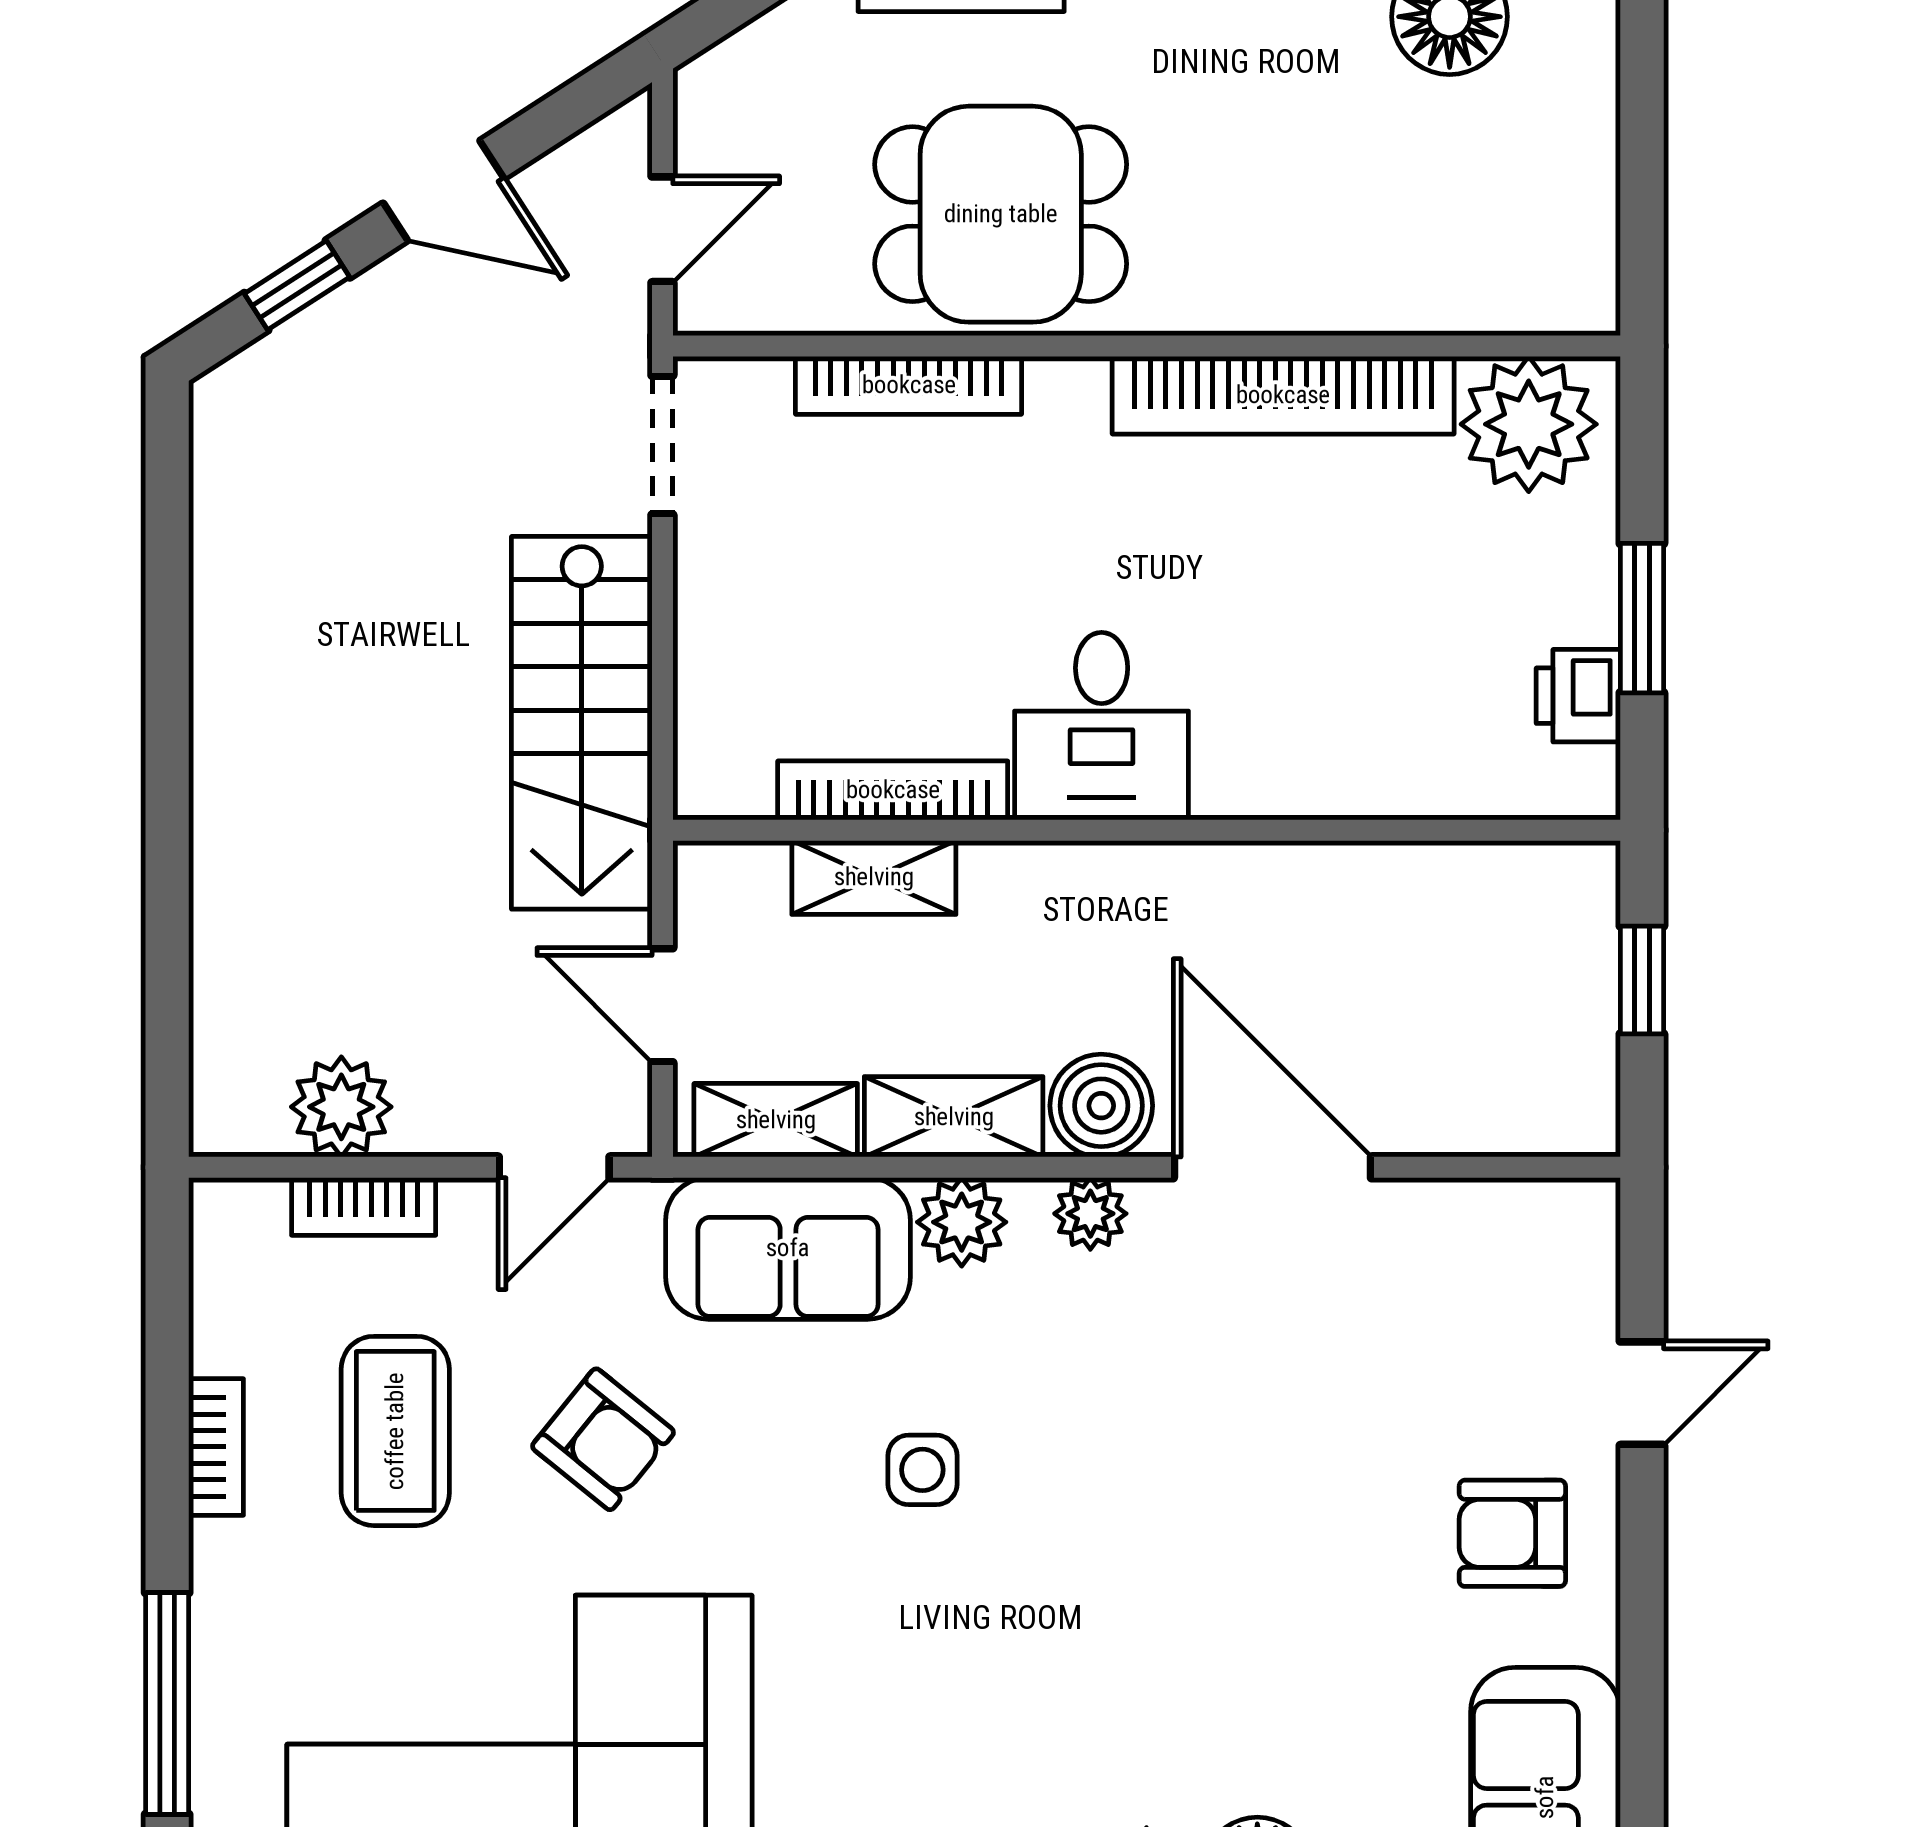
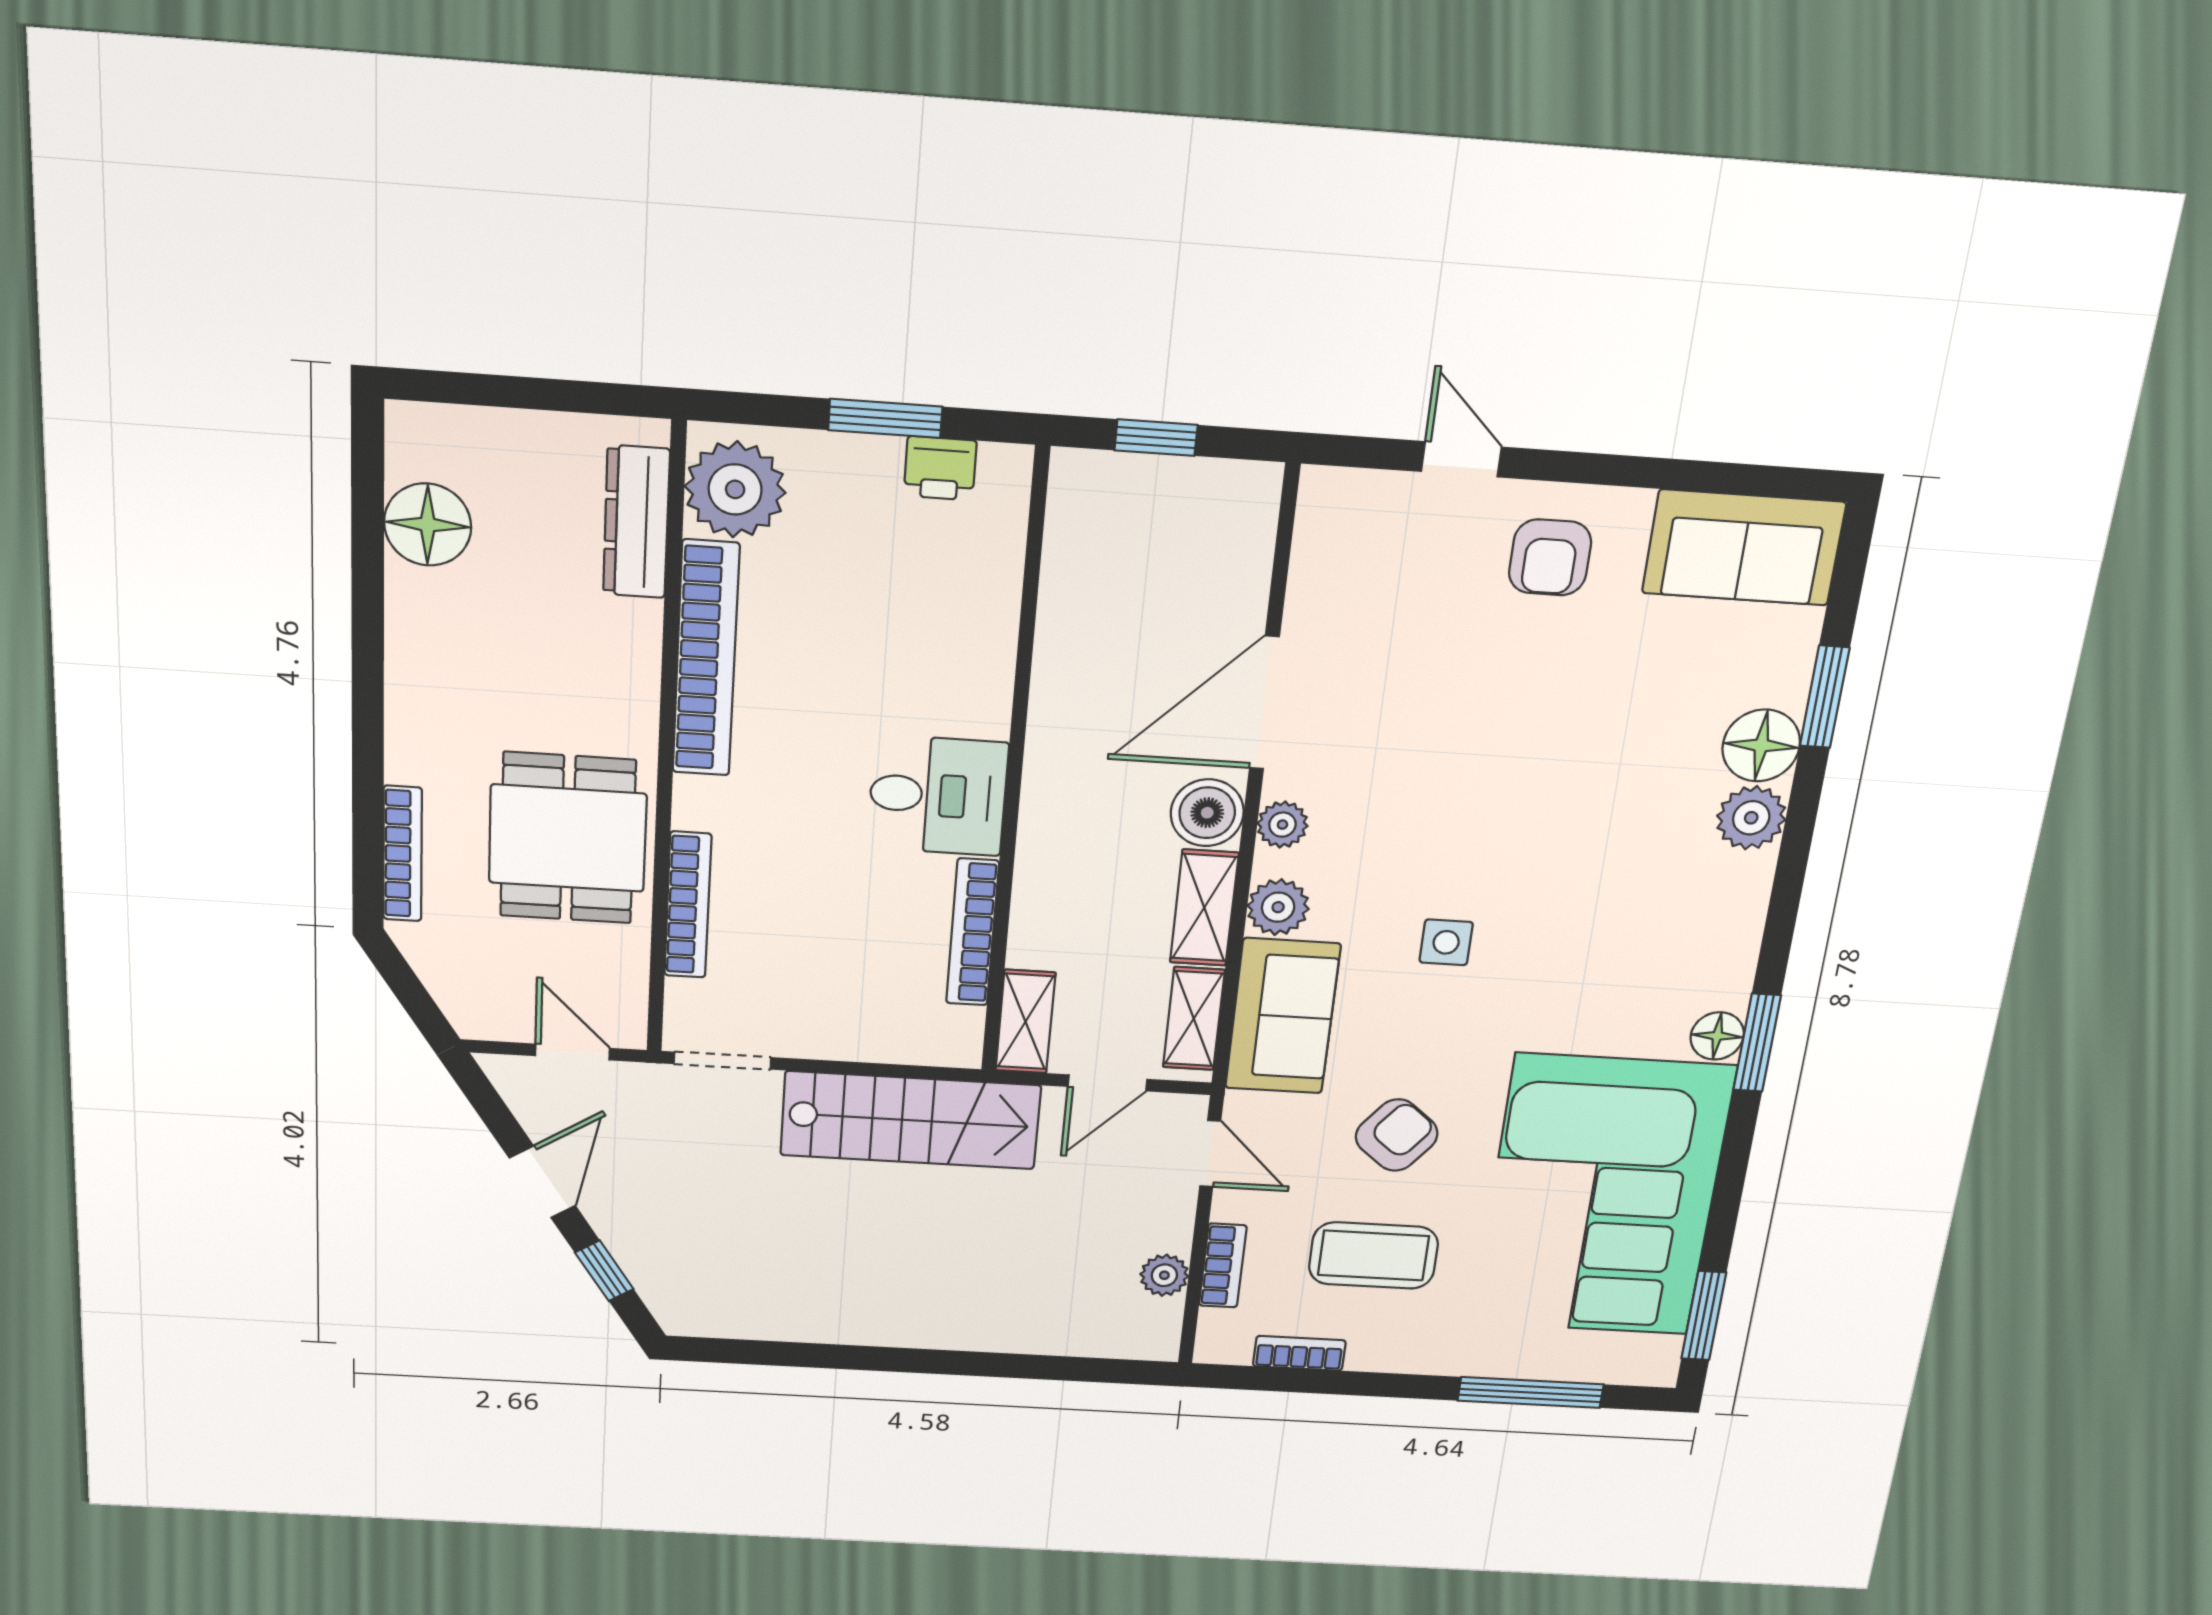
dresser: (1473, 294) -> (636, 522), added
shelving: (874, 877) -> (1025, 1022), moved
plant: (341, 1107) -> (1164, 1275), width x0.73, depth x0.73
bookcase: (216, 1447) -> (1299, 1353), moved

